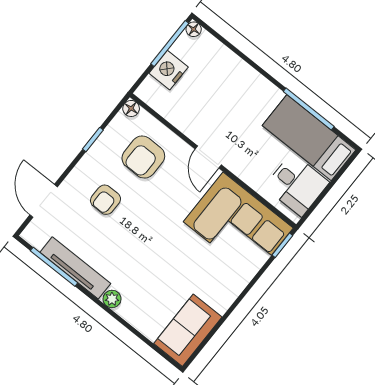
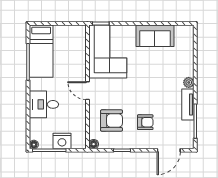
door: (208, 157) -> (87, 91), swing flipped
desk: (297, 185) -> (44, 104), moved, turned -90
tv unit: (75, 268) -> (188, 104), width x0.71
sofa: (188, 330) -> (155, 36), moved

